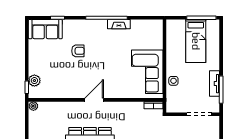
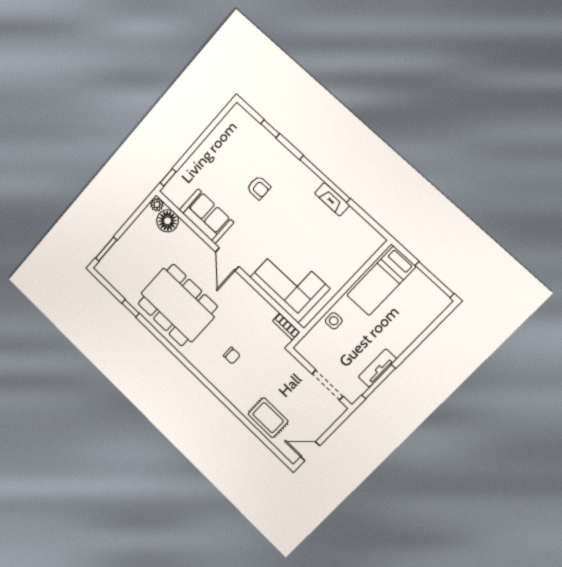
sofa: (45, 29) -> (207, 216), moved, turned 180
bed: (196, 41) -> (381, 281), moved
corner sofa: (147, 72) -> (290, 283), moved, turned 90
plant: (34, 81) -> (183, 177), removed
door: (94, 100) -> (227, 259), swing flipped
floor lamp: (46, 109) -> (168, 221), added

